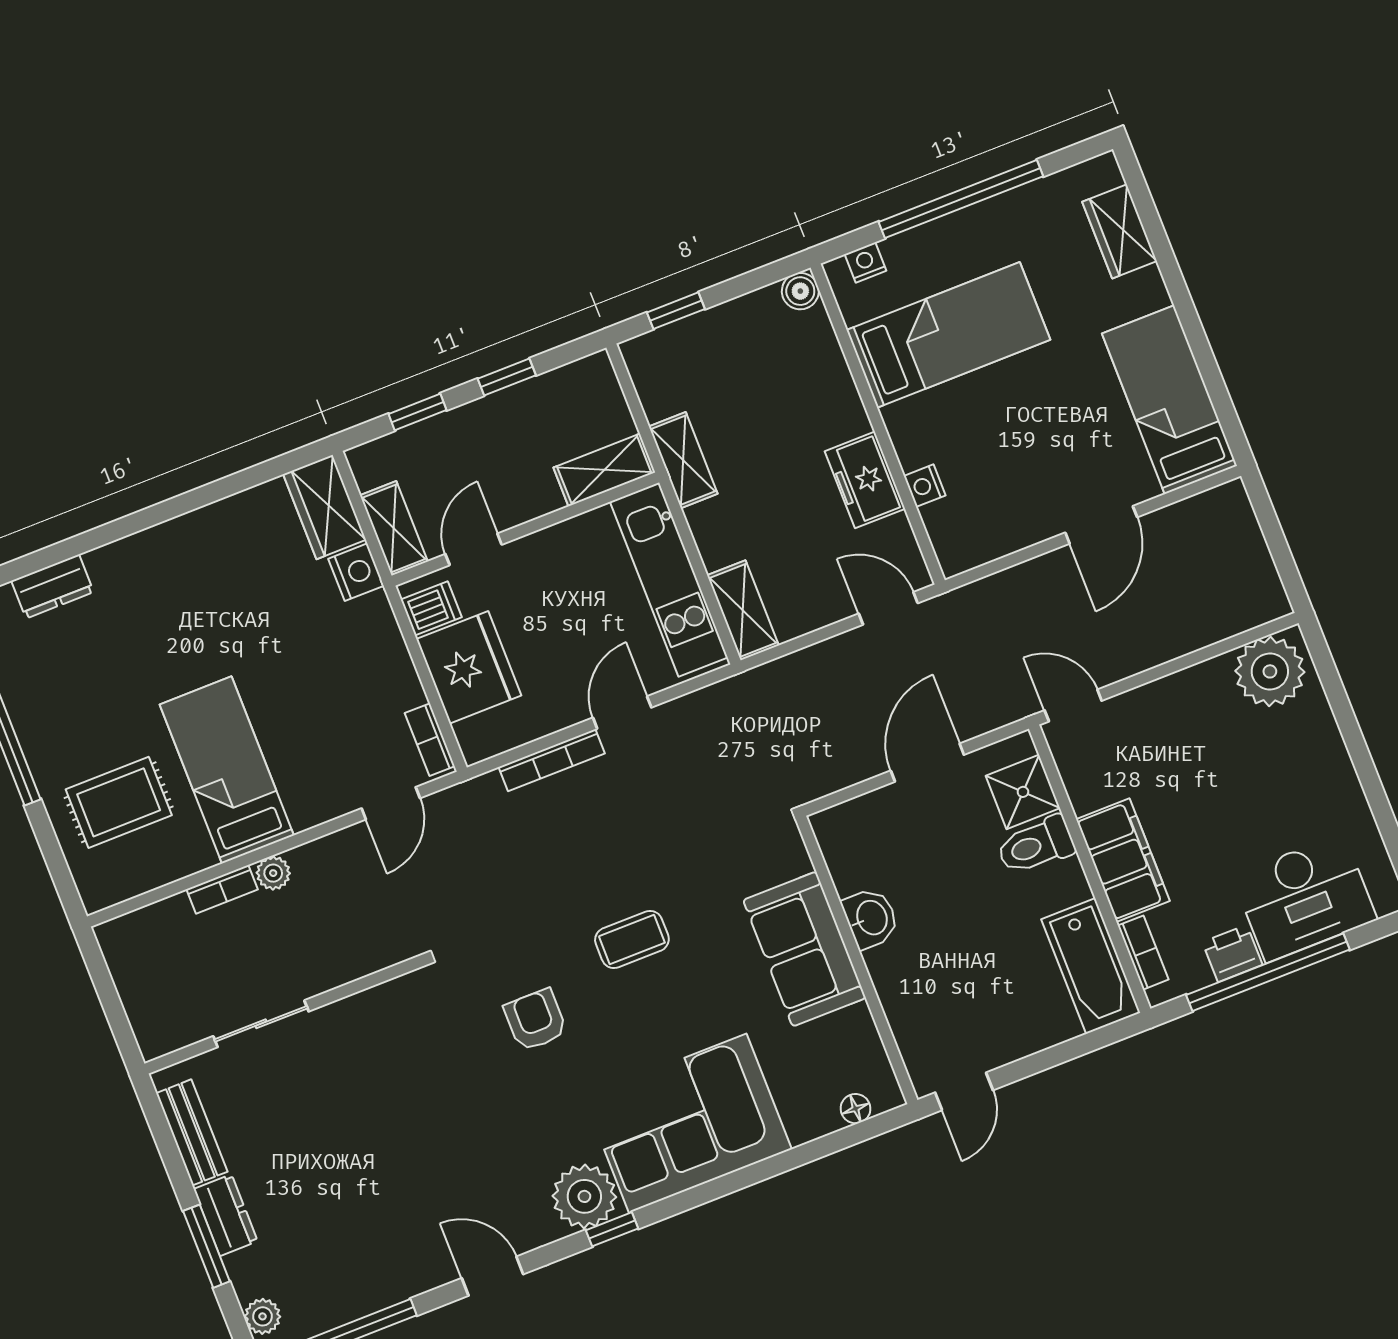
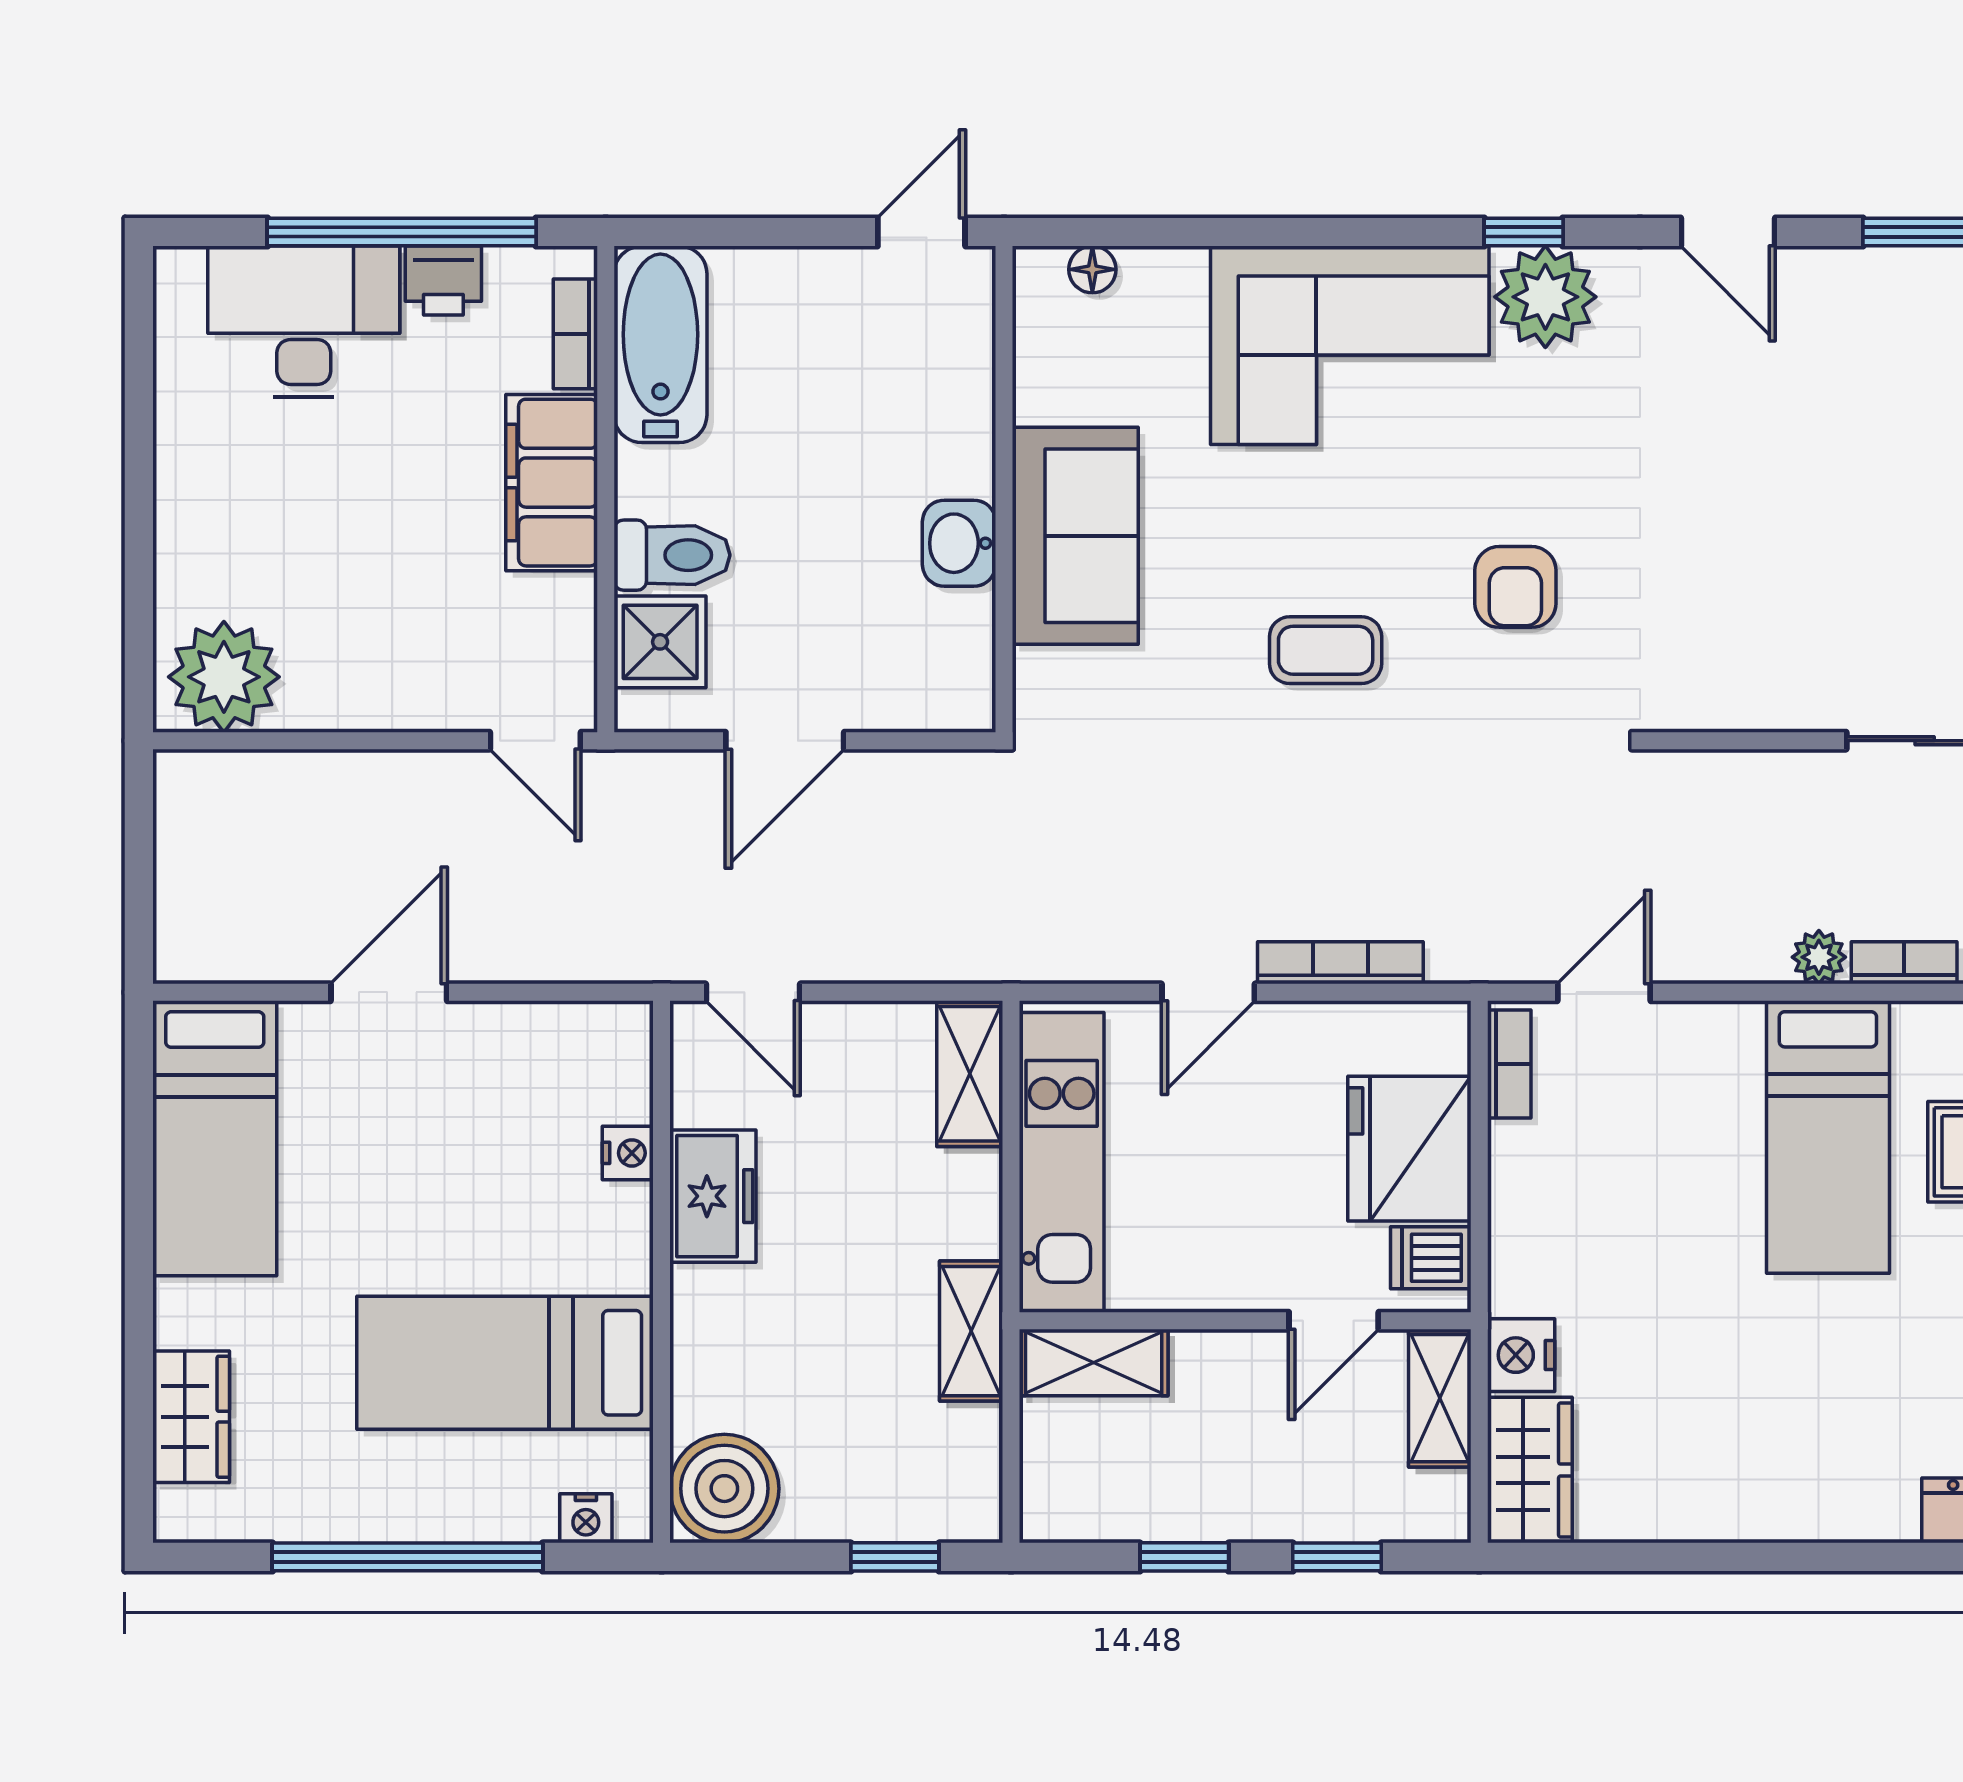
boiler: (800, 291) -> (724, 1489), width x1.86, depth x1.86

